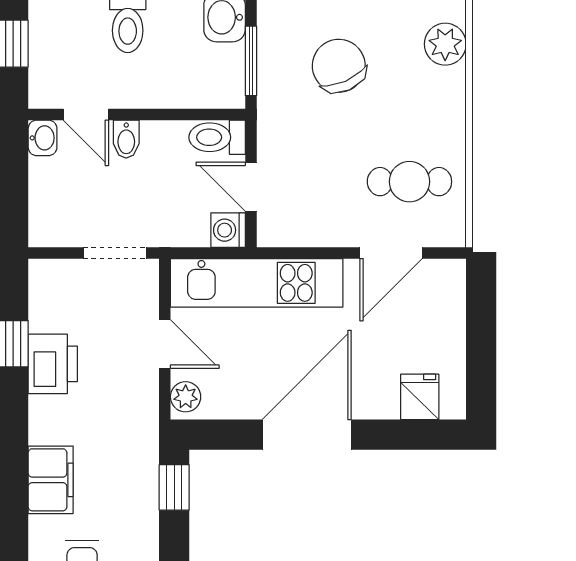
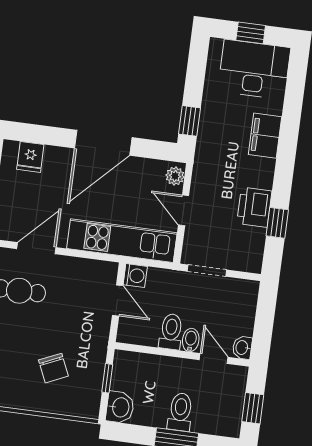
window: (251, 61) -> (107, 378), width x0.67
chair: (339, 66) -> (53, 368), width x0.73, depth x0.73
toilet: (217, 137) -> (171, 332), moved, turned -90

